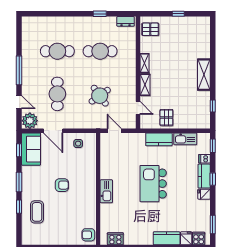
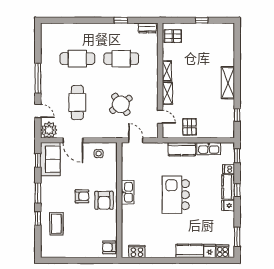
armchair: (83, 189) -> (104, 200), added
kitchen sink: (106, 191) -> (128, 192), moved

